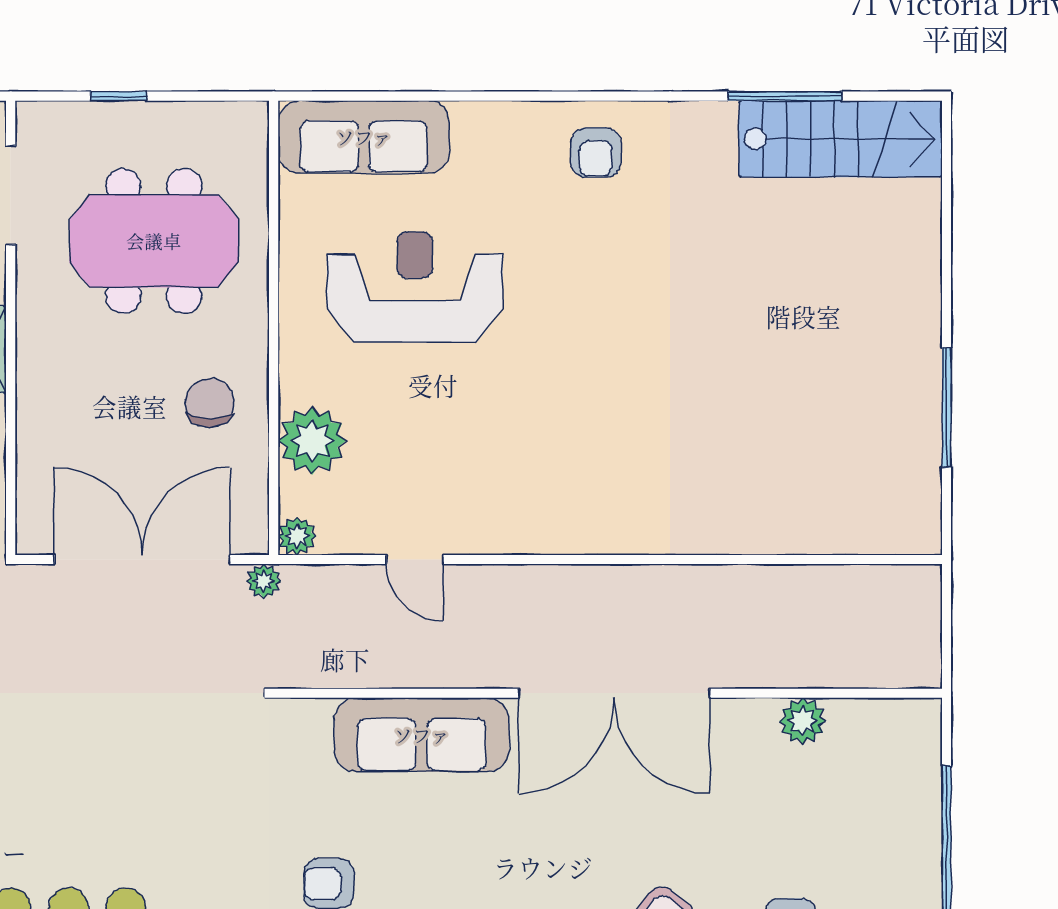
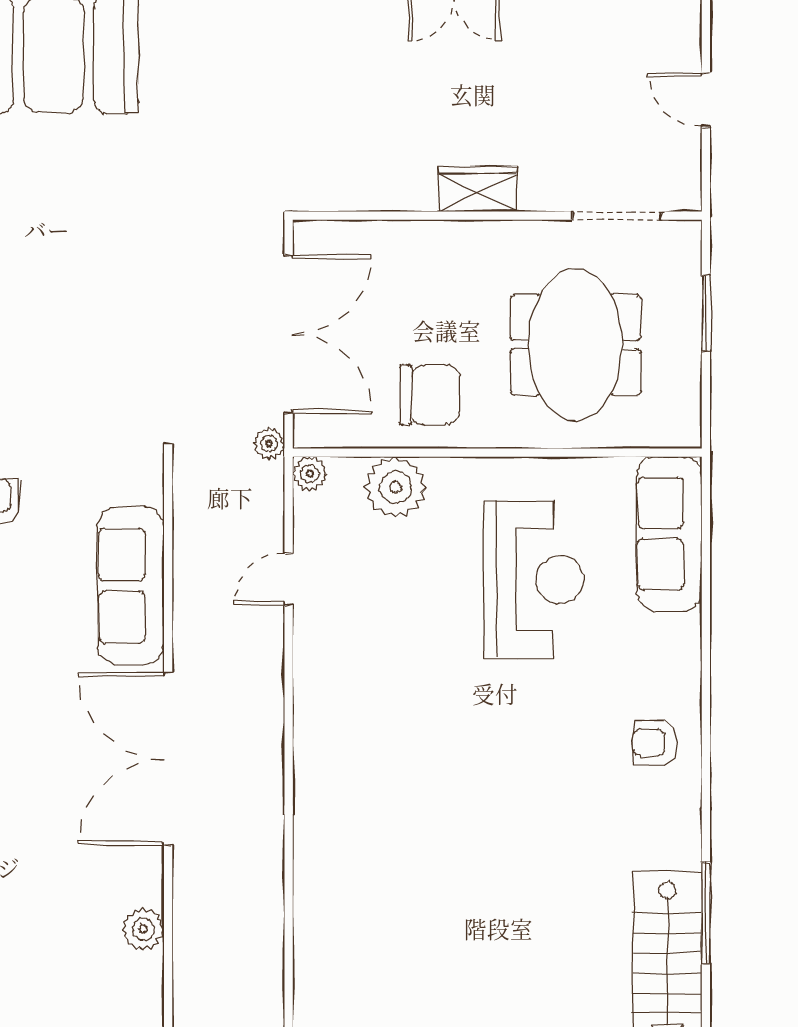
window: (119, 96) -> (706, 313), width x1.50
chair: (210, 403) -> (430, 395), width x1.37, depth x1.37

